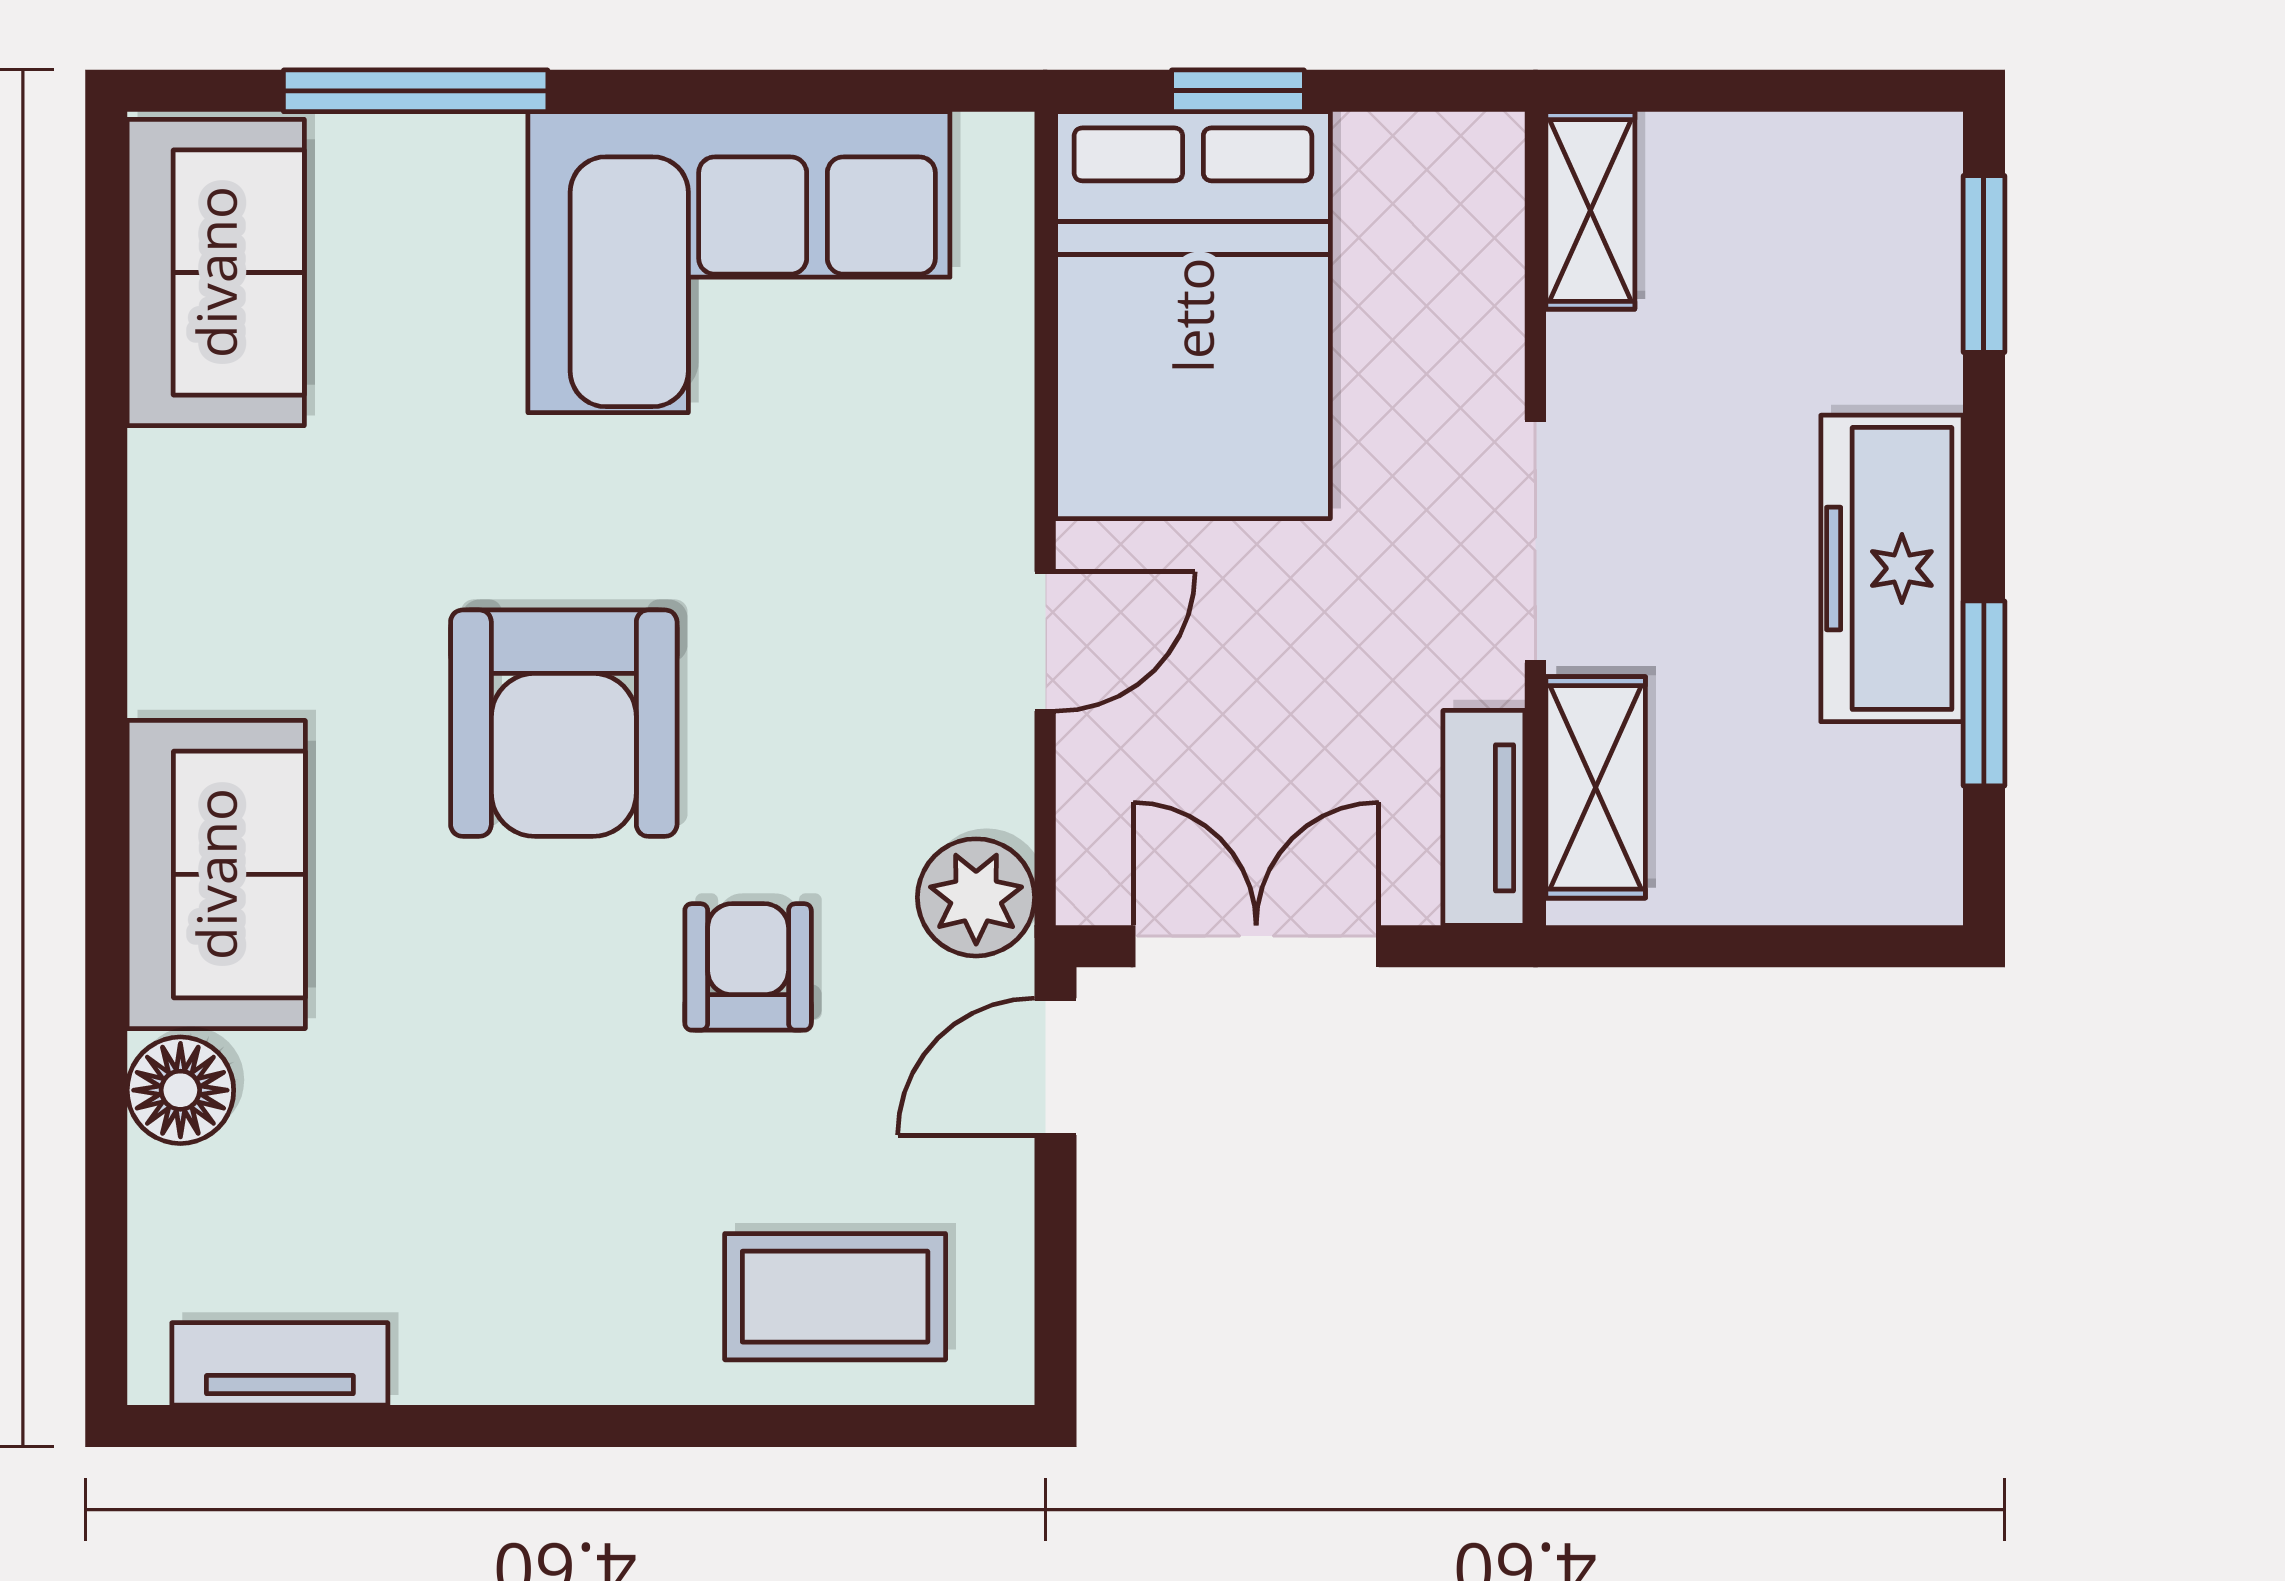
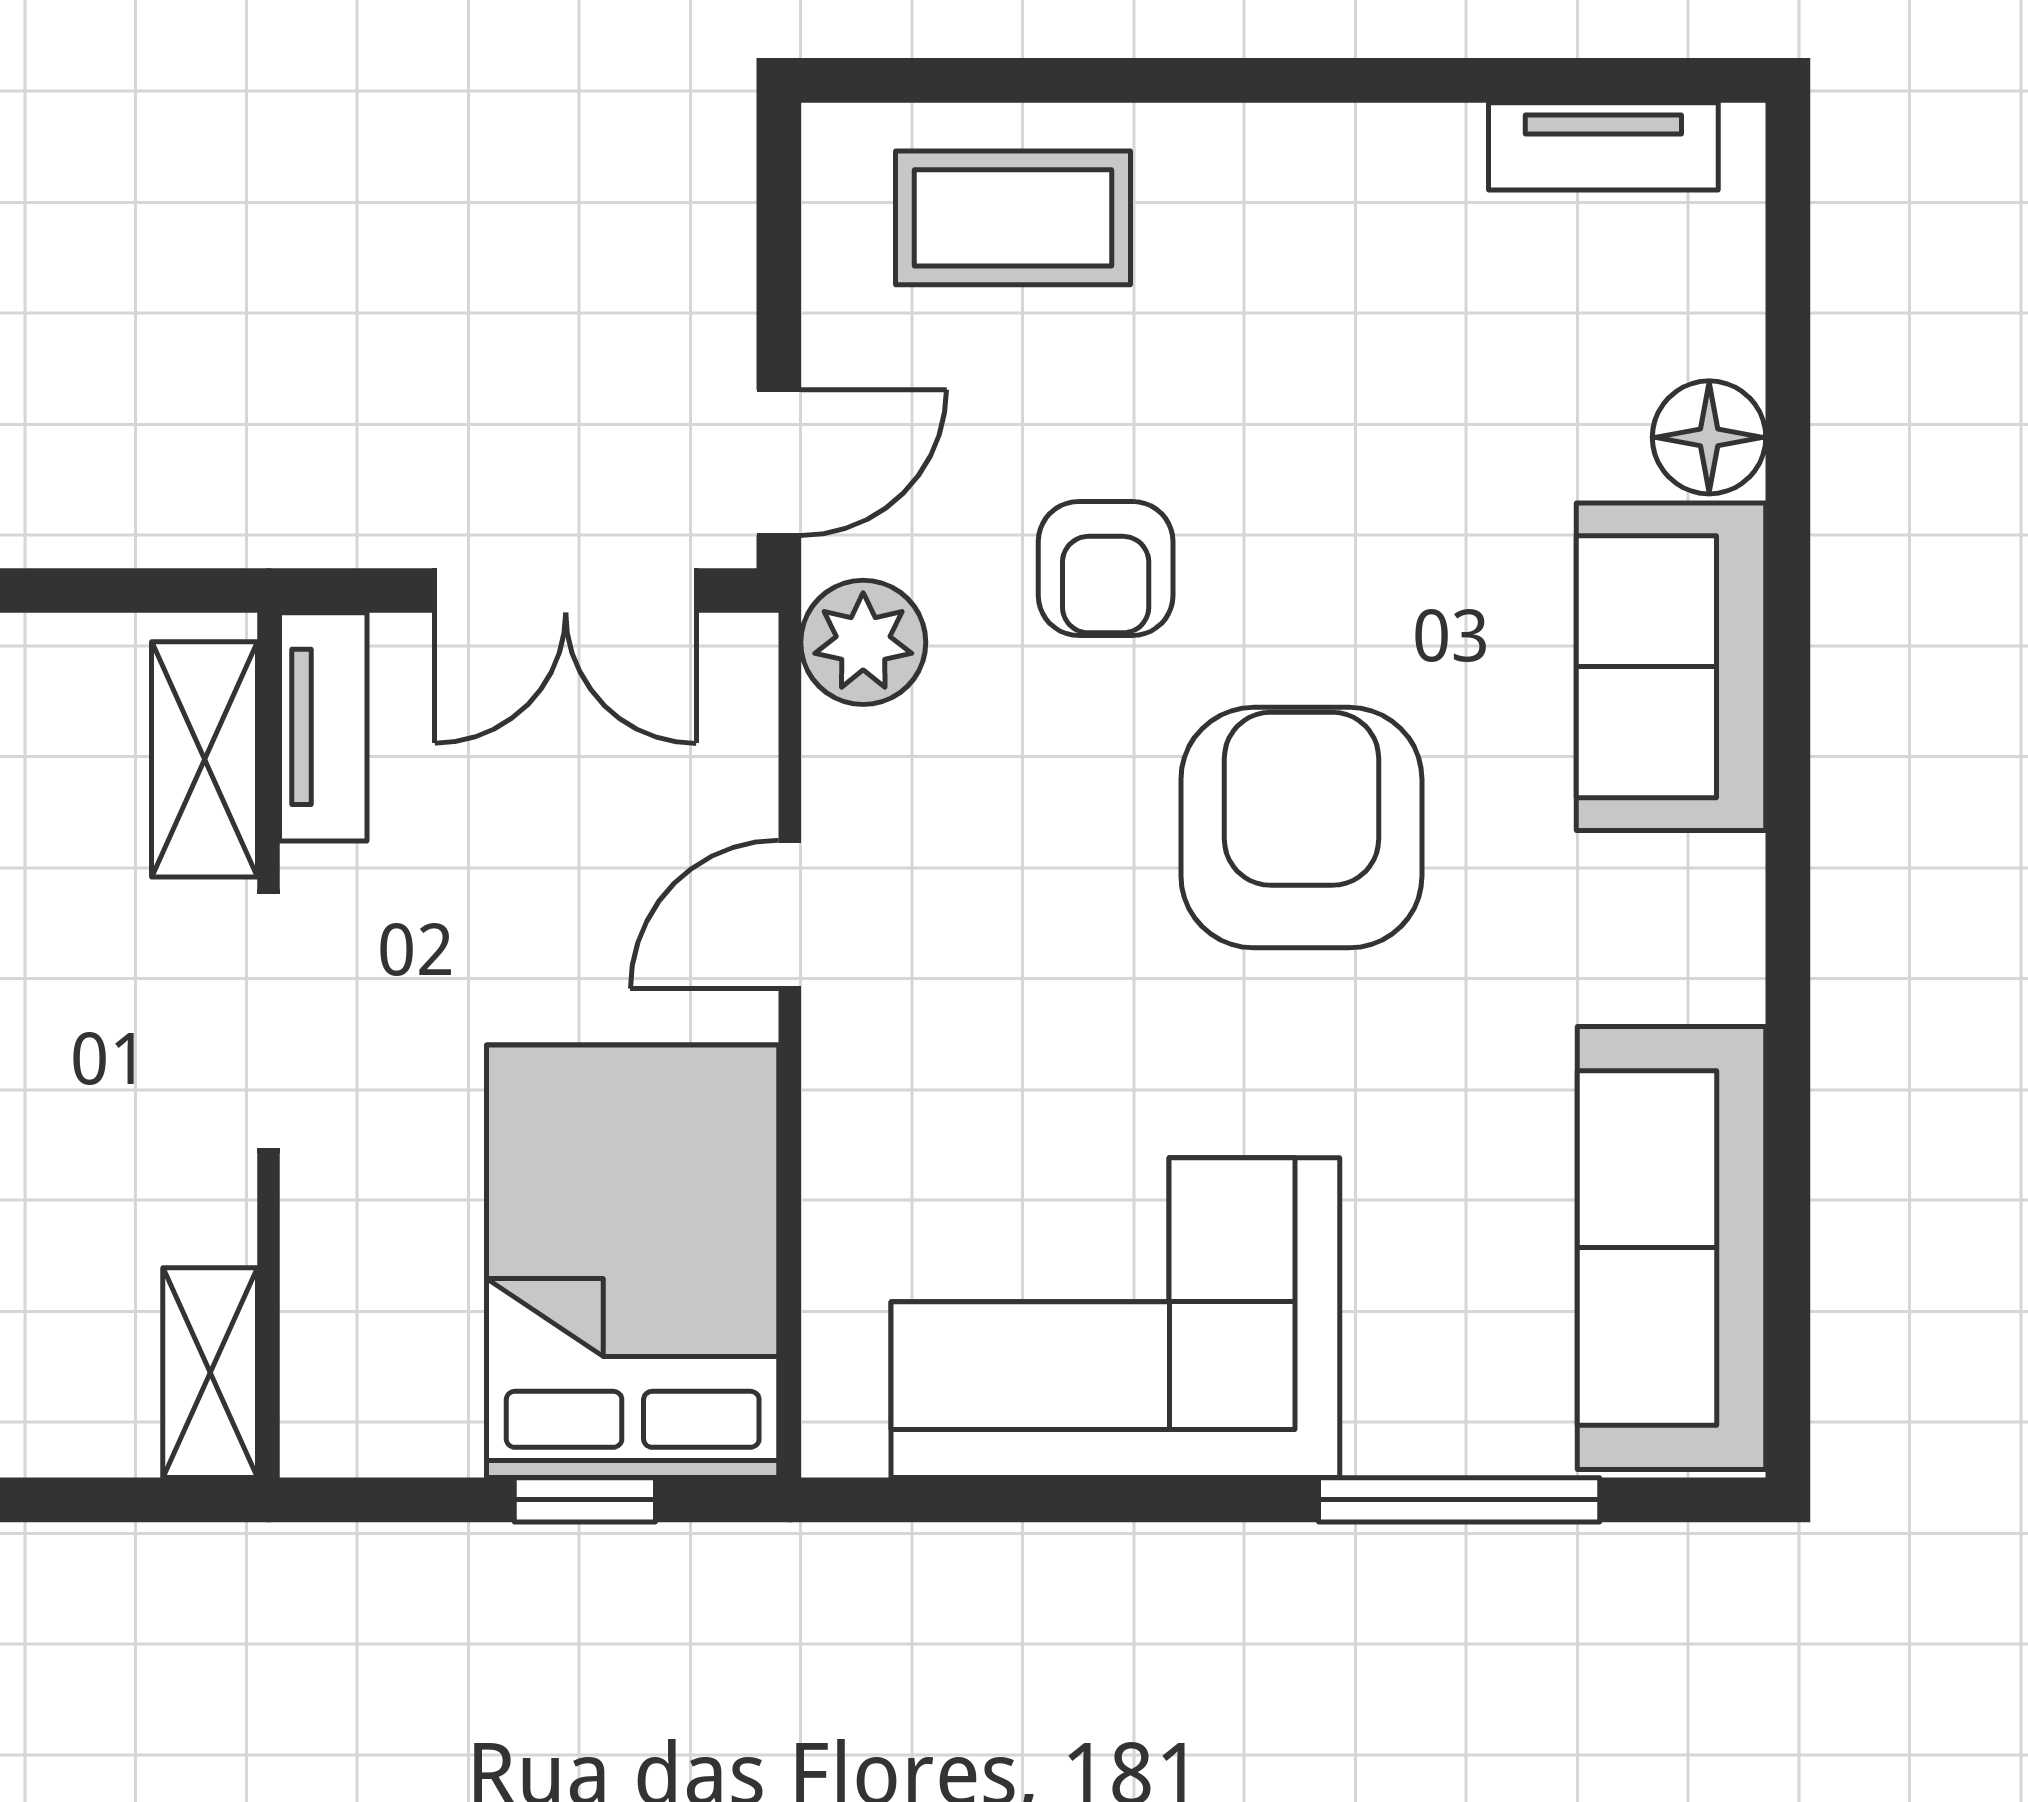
sofa: (216, 272) -> (1672, 1248), width x1.36

